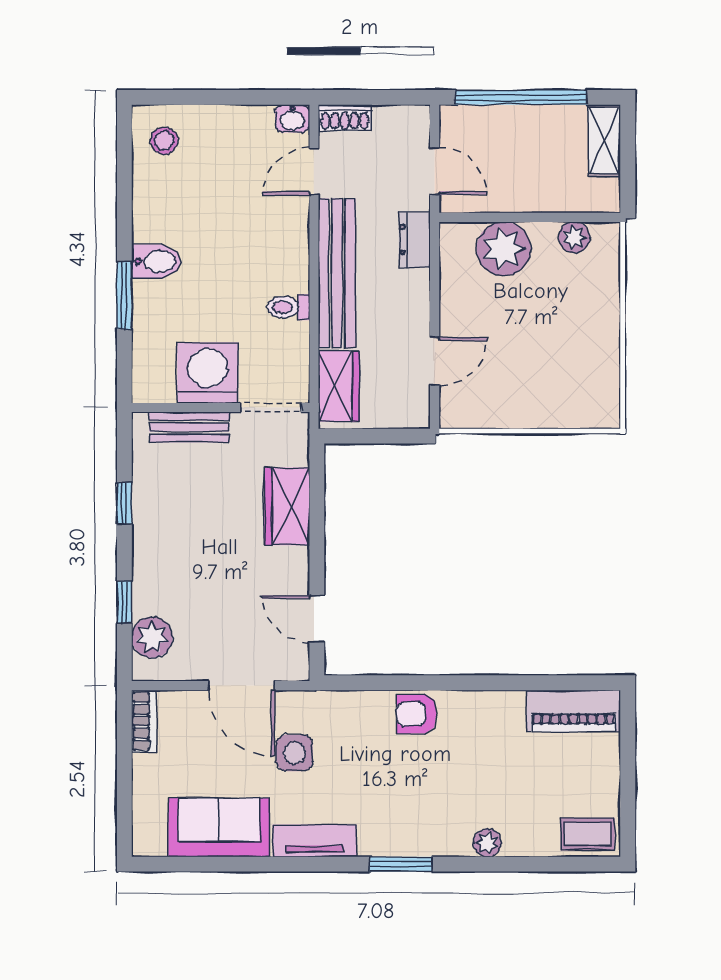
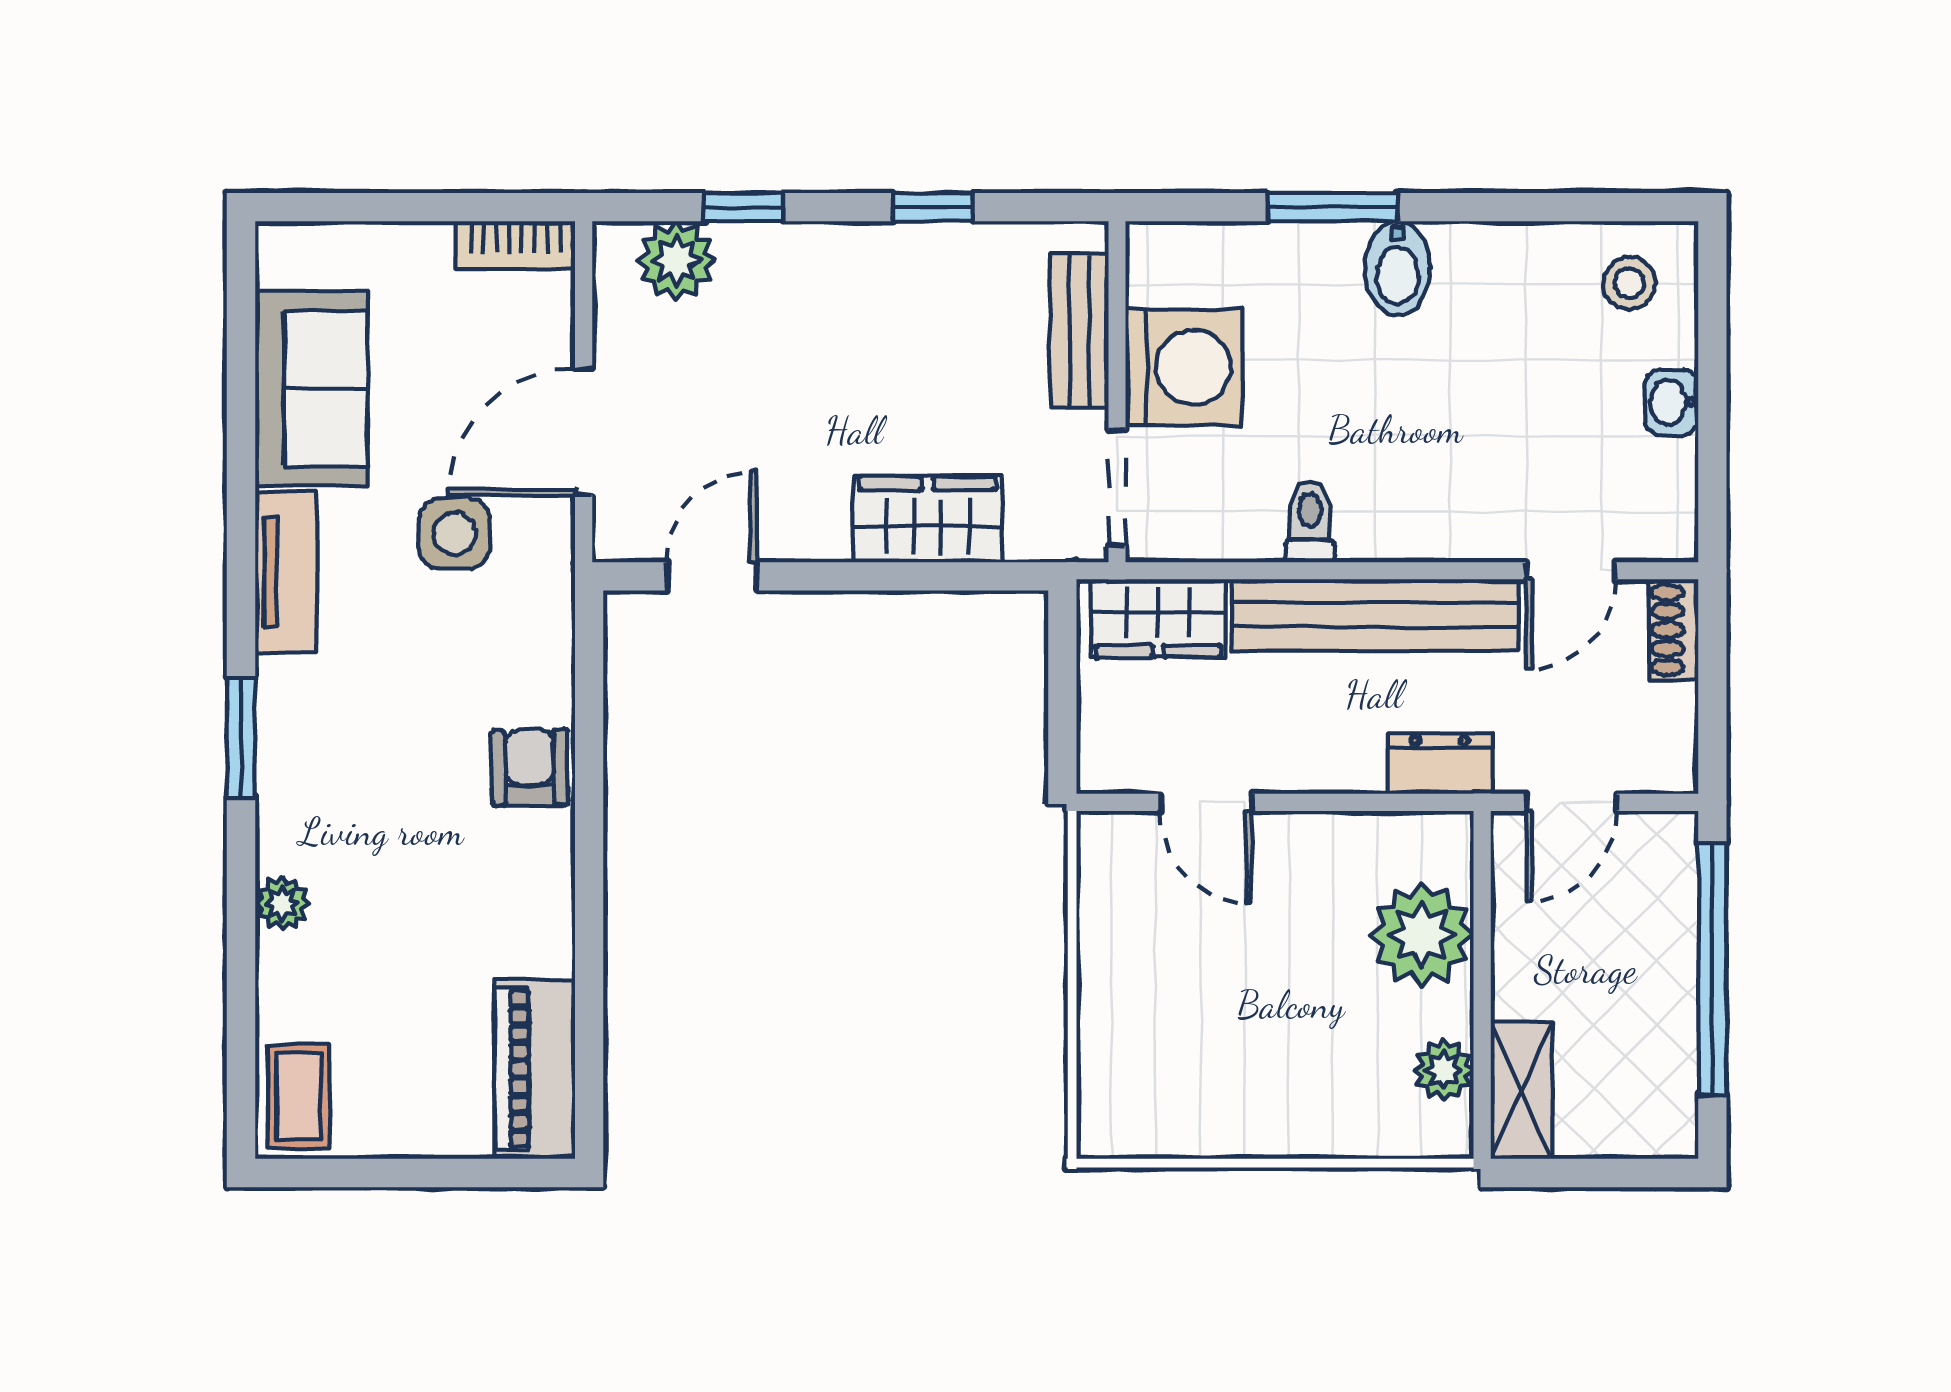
washbasin: (292, 119) -> (1672, 402), moved
shelving: (604, 140) -> (1521, 1090), moved, turned 90
door: (314, 171) -> (1570, 571), swing flipped

